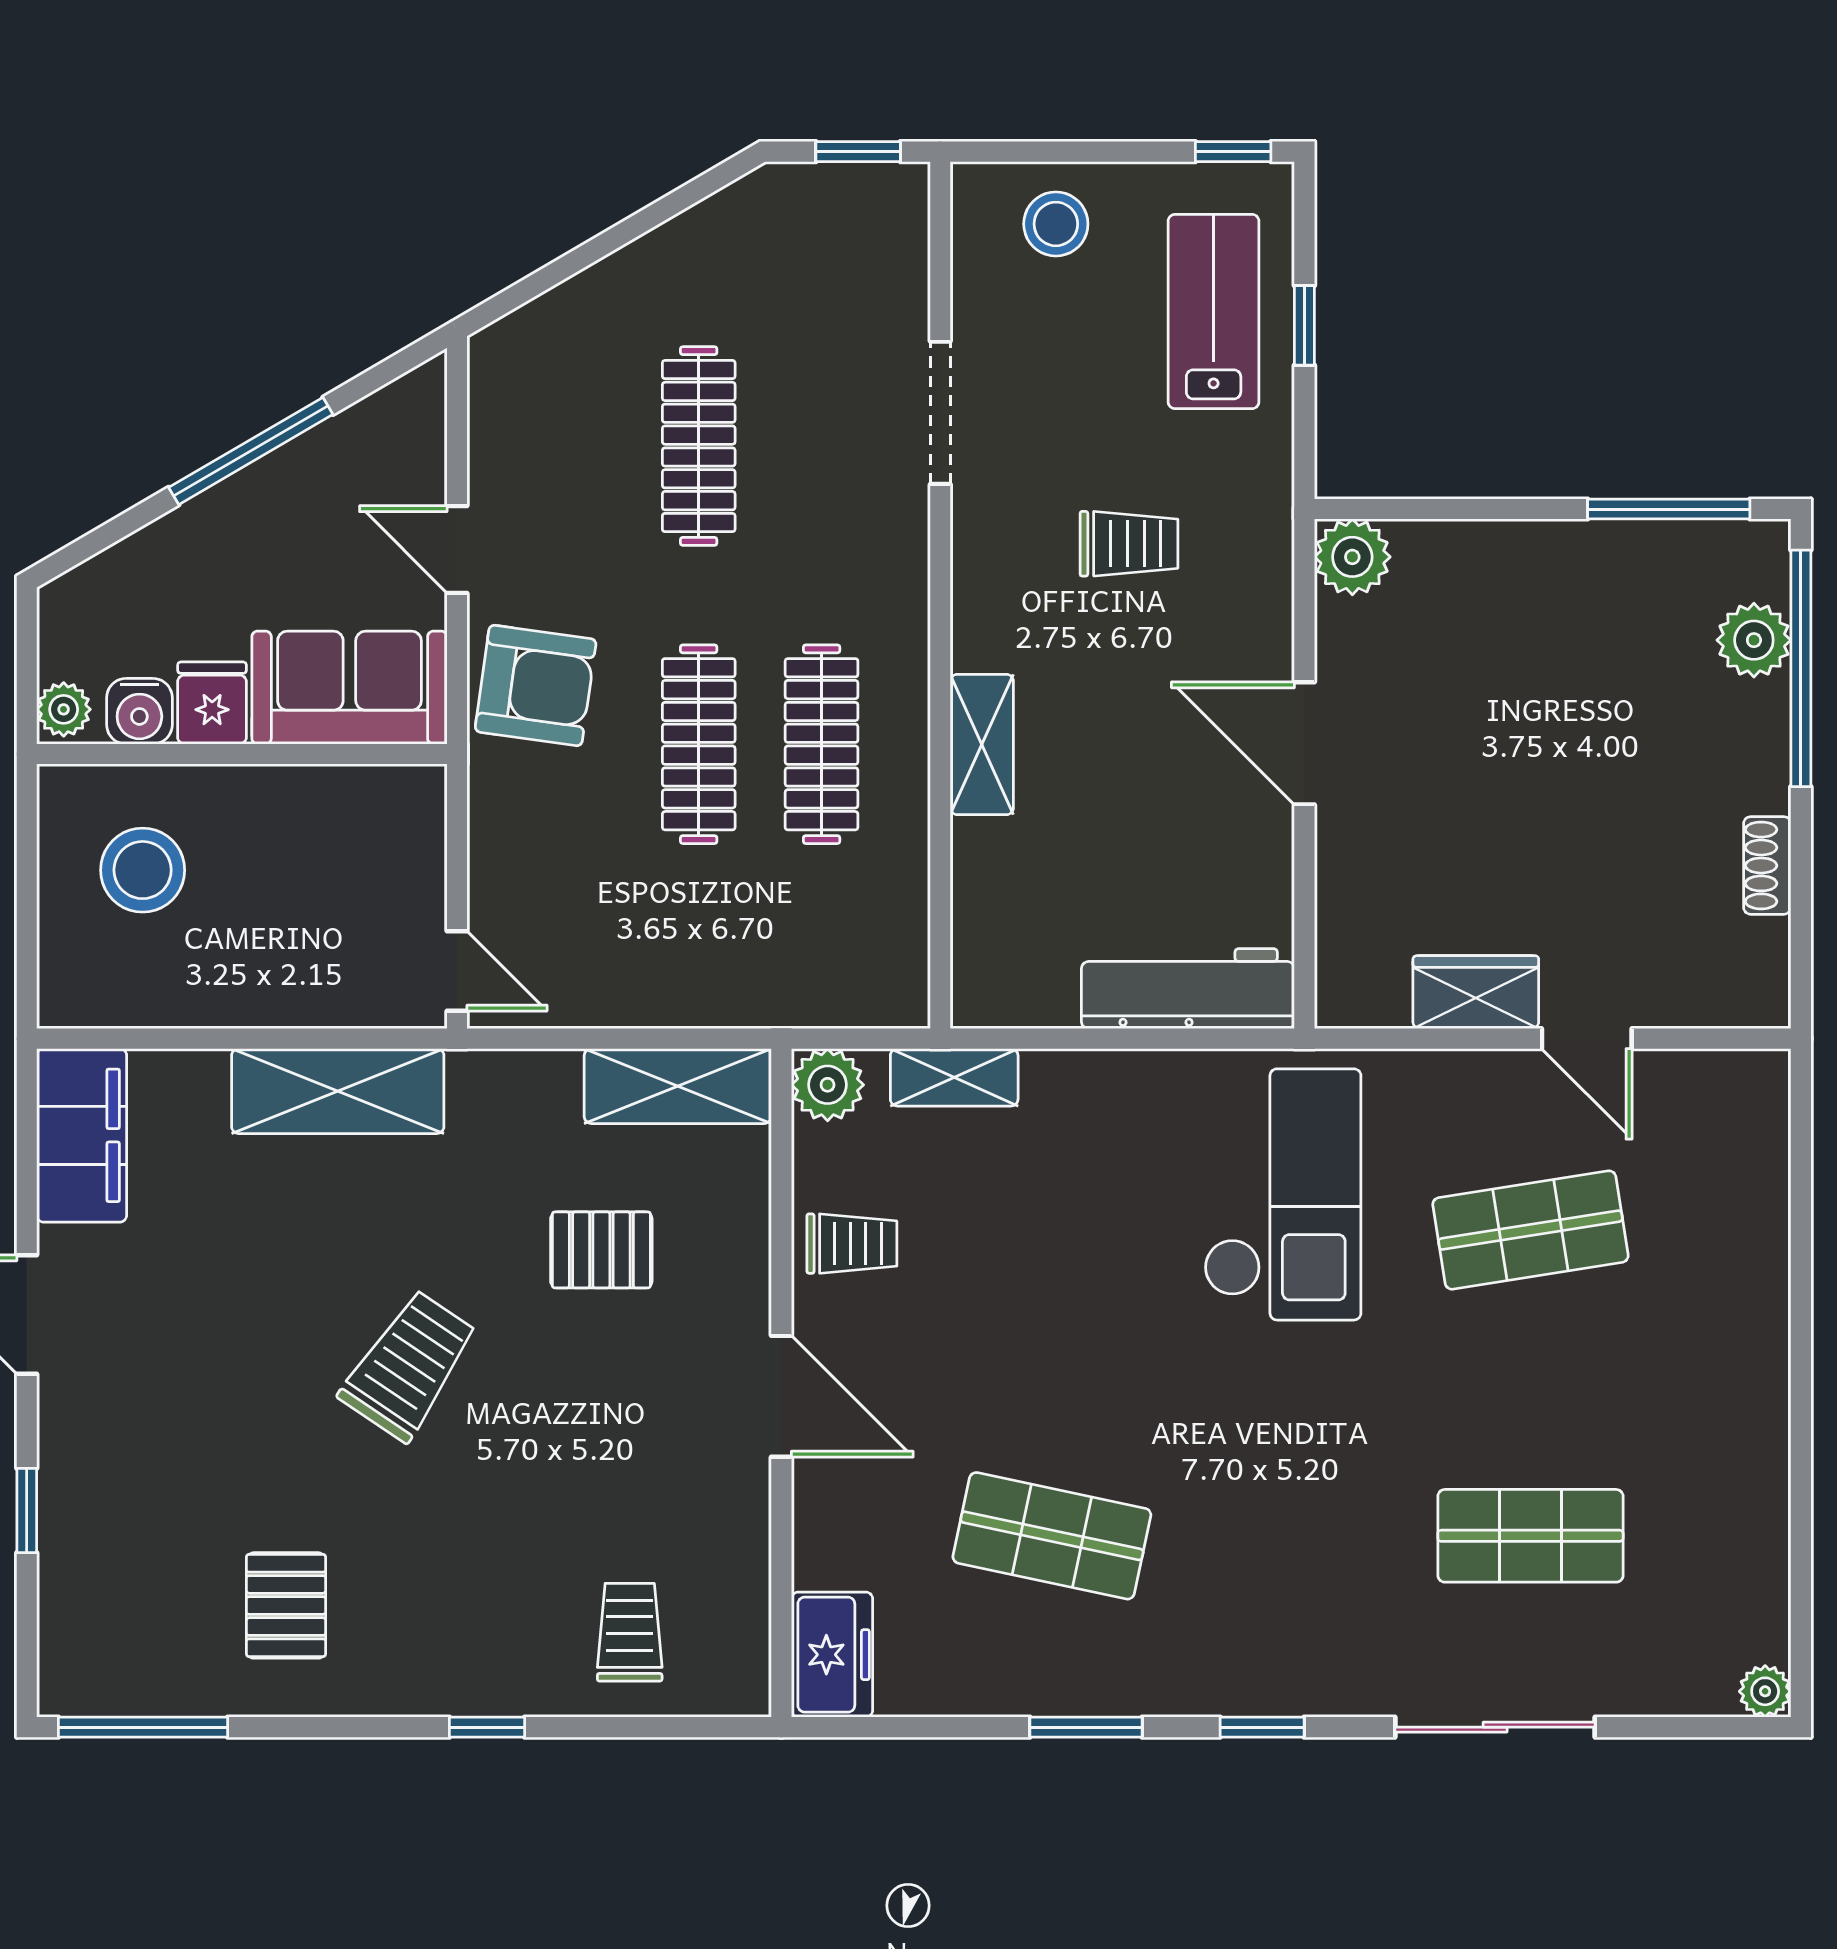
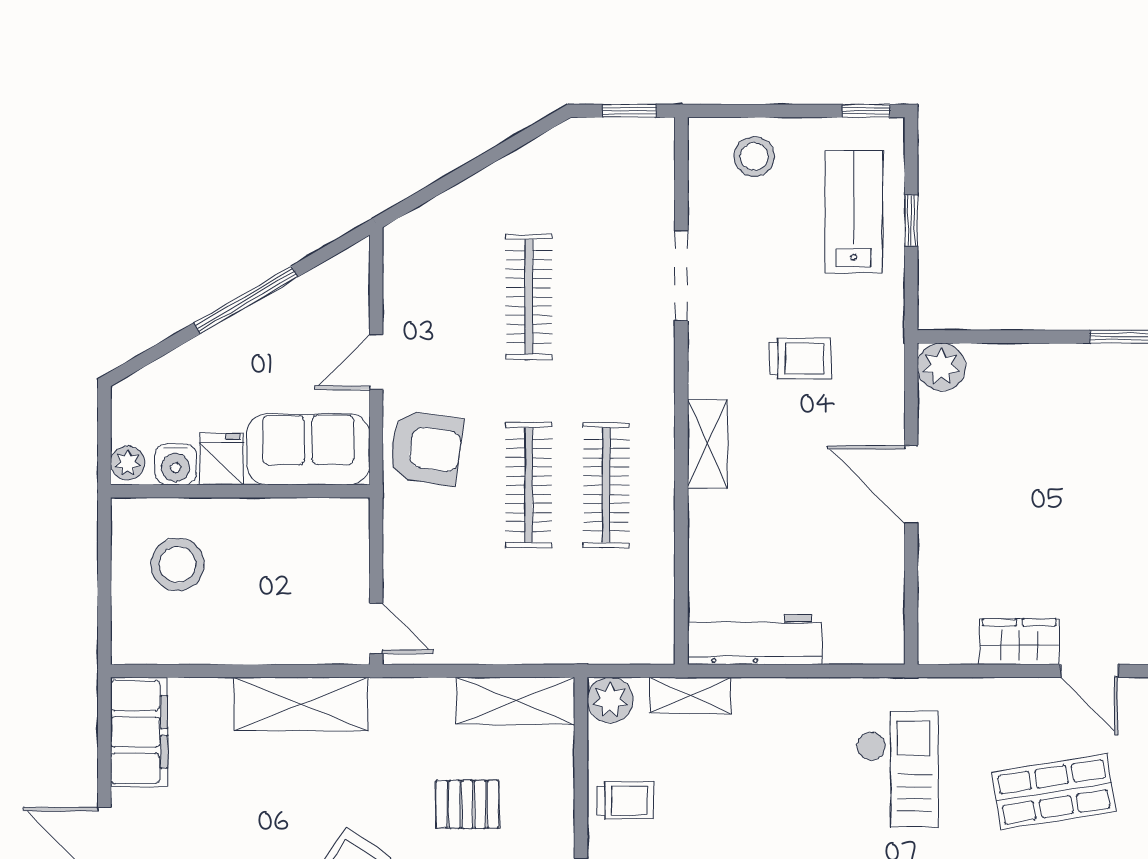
door: (457, 549) -> (376, 362), hinge flipped
shelving: (982, 745) -> (707, 444), moved
workbench: (1188, 989) -> (755, 639), moved
checkout: (1282, 1194) -> (897, 769), width x0.73, depth x0.83

